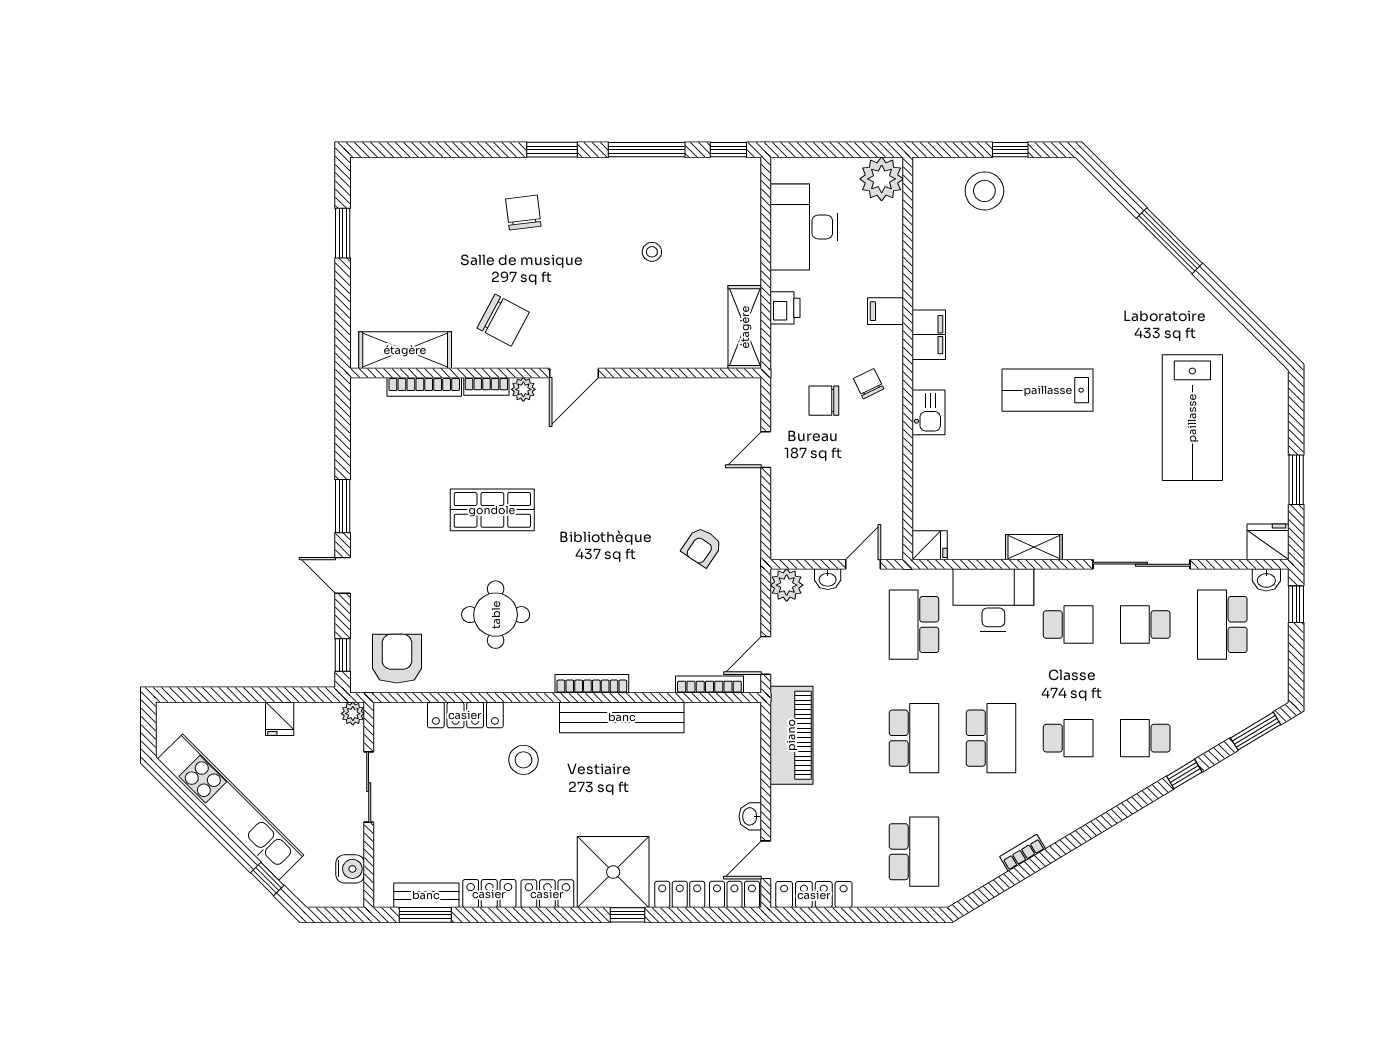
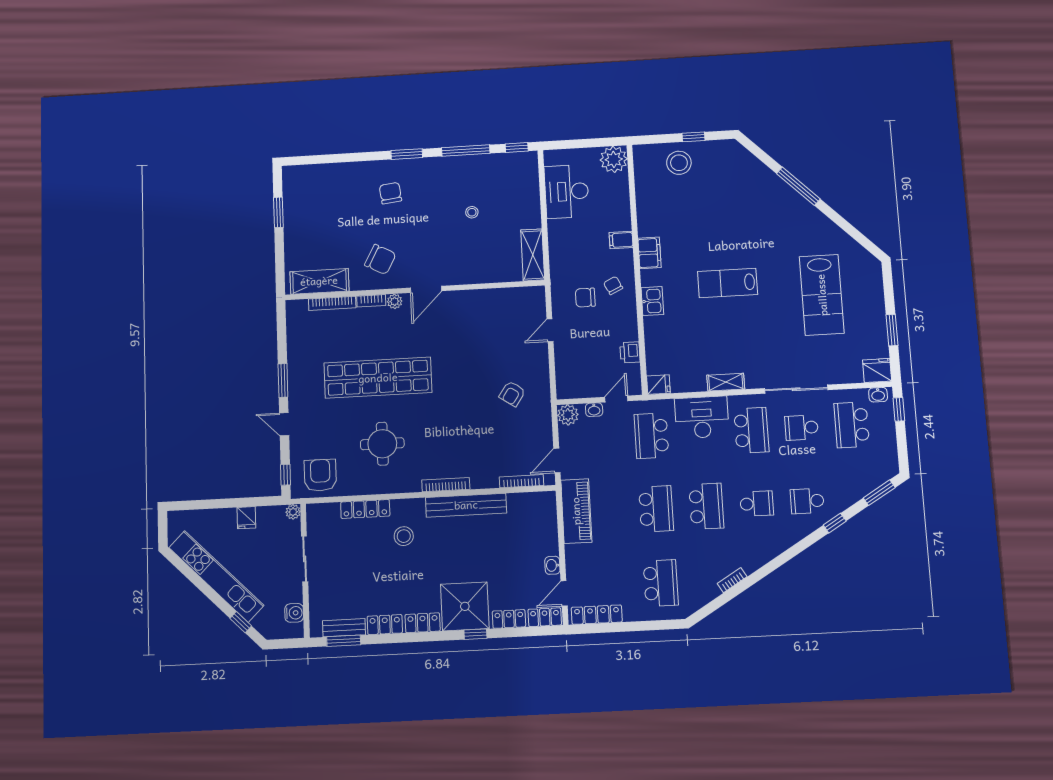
printer: (785, 308) -> (630, 352), moved, turned 180
shop shelf: (492, 510) -> (378, 378), width x2.00, depth x1.36
school desk: (1068, 625) -> (751, 430), width x1.85

